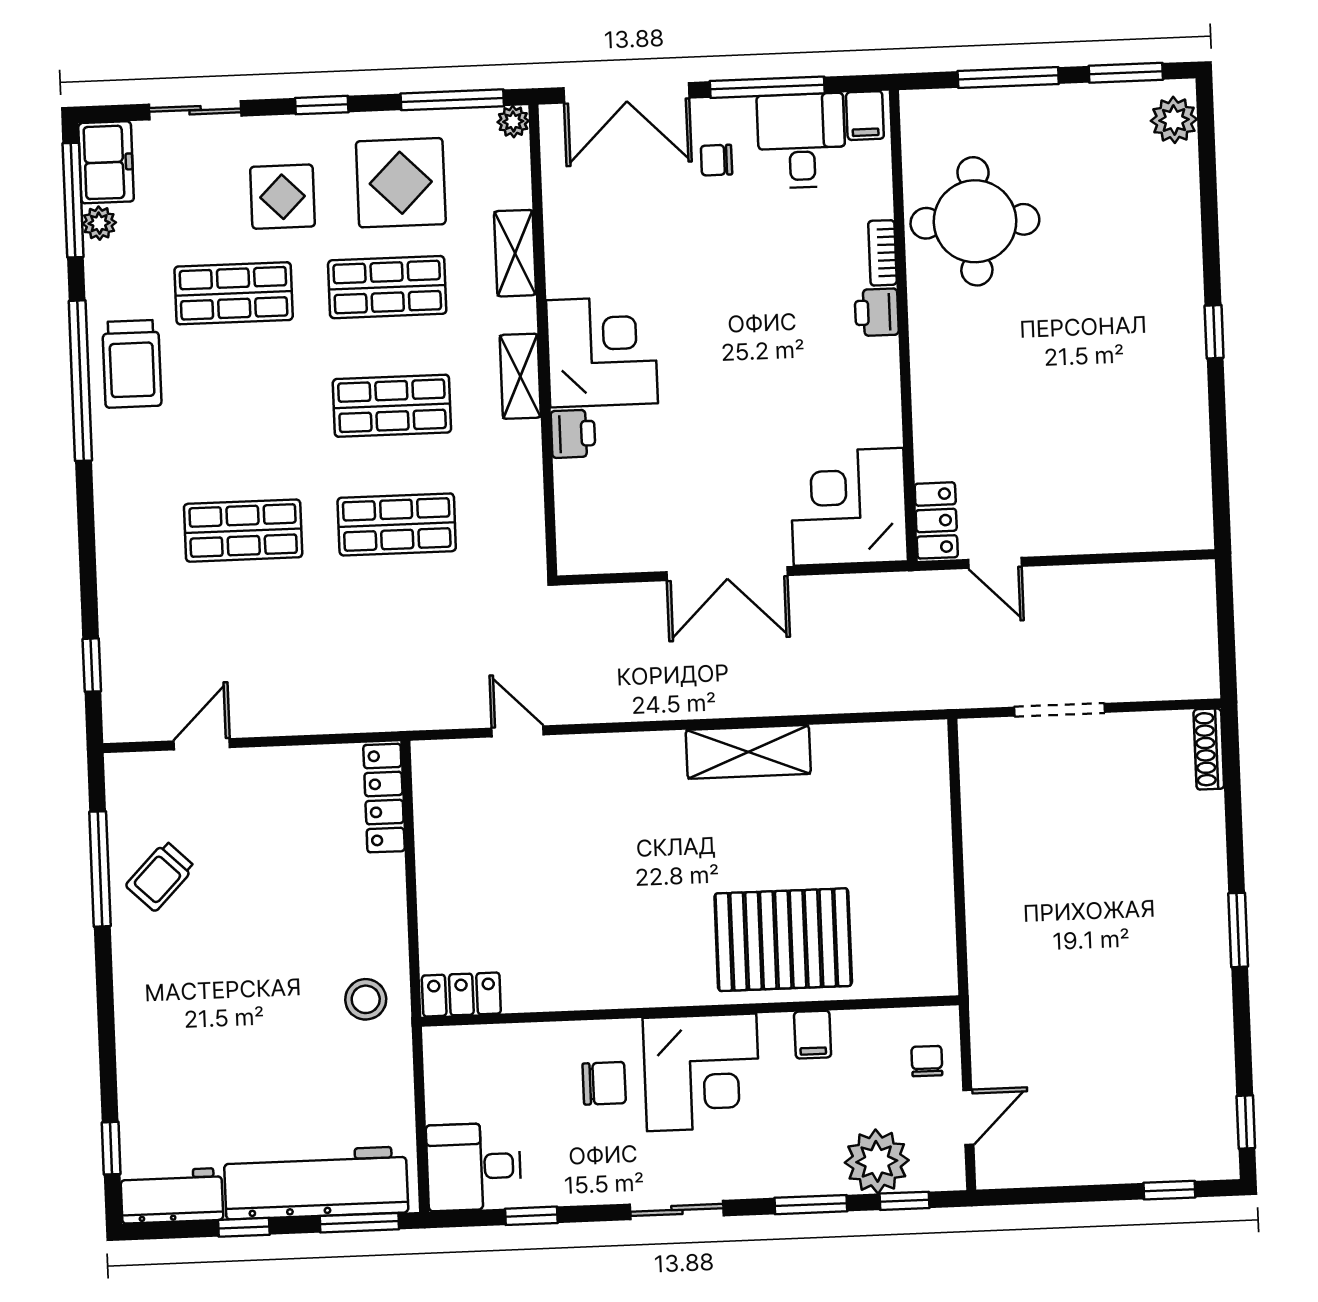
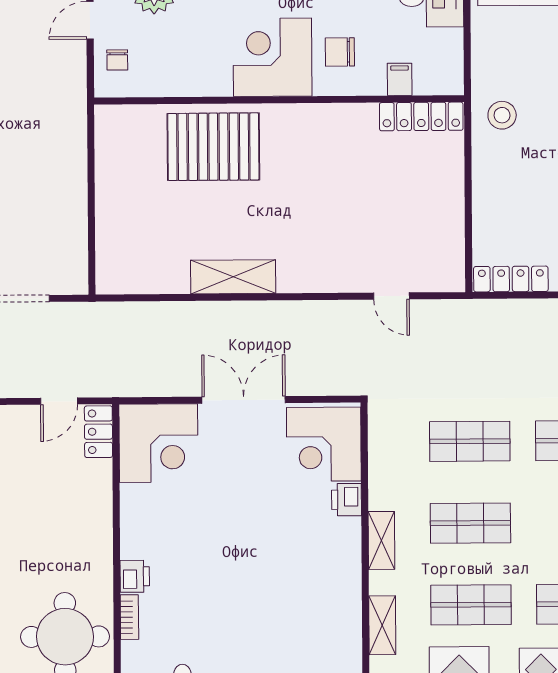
corner desk: (602, 352) -> (324, 444), moved
door: (995, 563) -> (59, 401), swing flipped
locker: (384, 798) -> (511, 279), moved, turned -90
locker: (461, 995) -> (421, 116), width x1.53
filing cabinet: (813, 1035) -> (400, 79), moved

